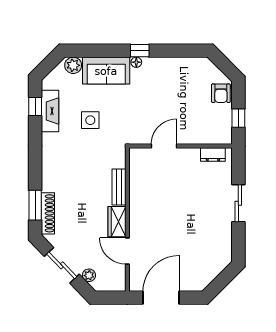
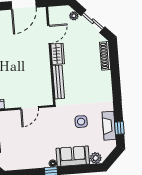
bench: (119, 187) -> (58, 82), width x1.36
window: (35, 205) -> (114, 61), removed
door: (127, 251) -> (49, 34), hinge flipped

